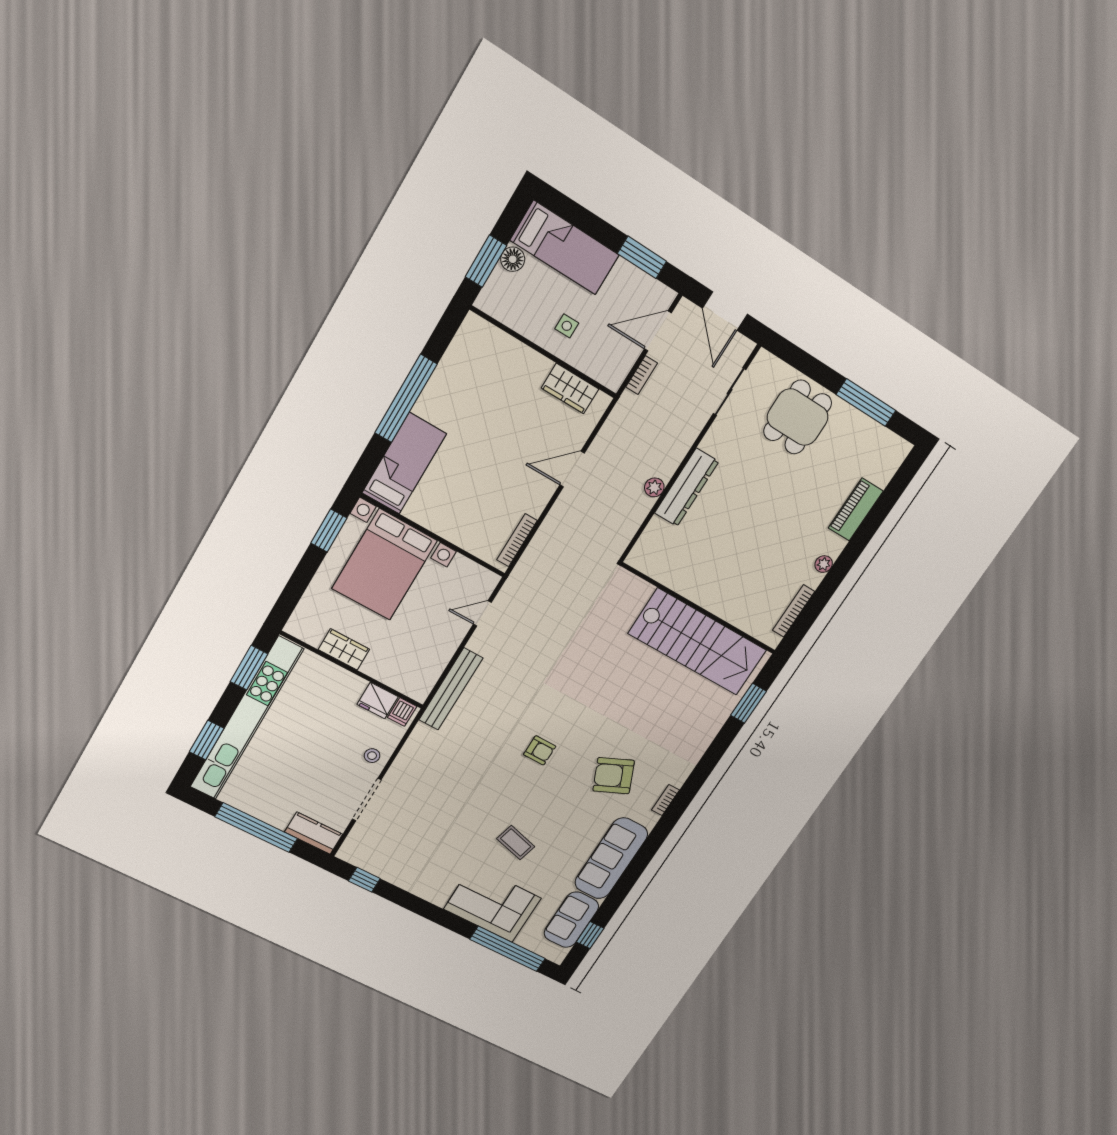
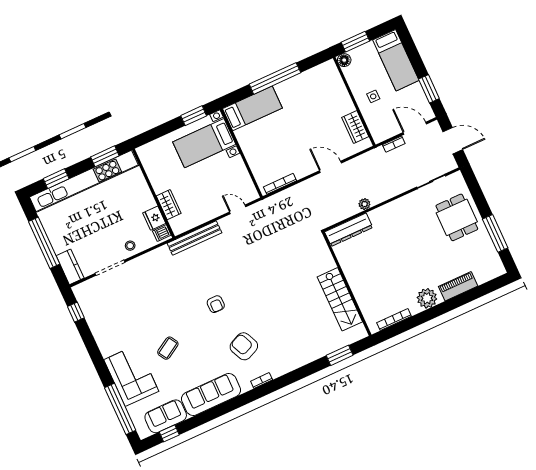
floor lamp: (513, 259) -> (344, 60), moved
door: (725, 311) -> (453, 141), swing flipped
dining table: (798, 417) -> (457, 217), turned 90
dresser: (687, 487) -> (349, 230), moved
plant: (824, 564) -> (427, 298), width x1.87, depth x1.87
bed with nightstands: (384, 565) -> (204, 143), width x0.73
stairs: (698, 642) -> (340, 299), width x0.73, depth x0.66
wardrobe: (344, 649) -> (169, 205), moved
coffee table: (516, 843) -> (168, 348), turned 44

